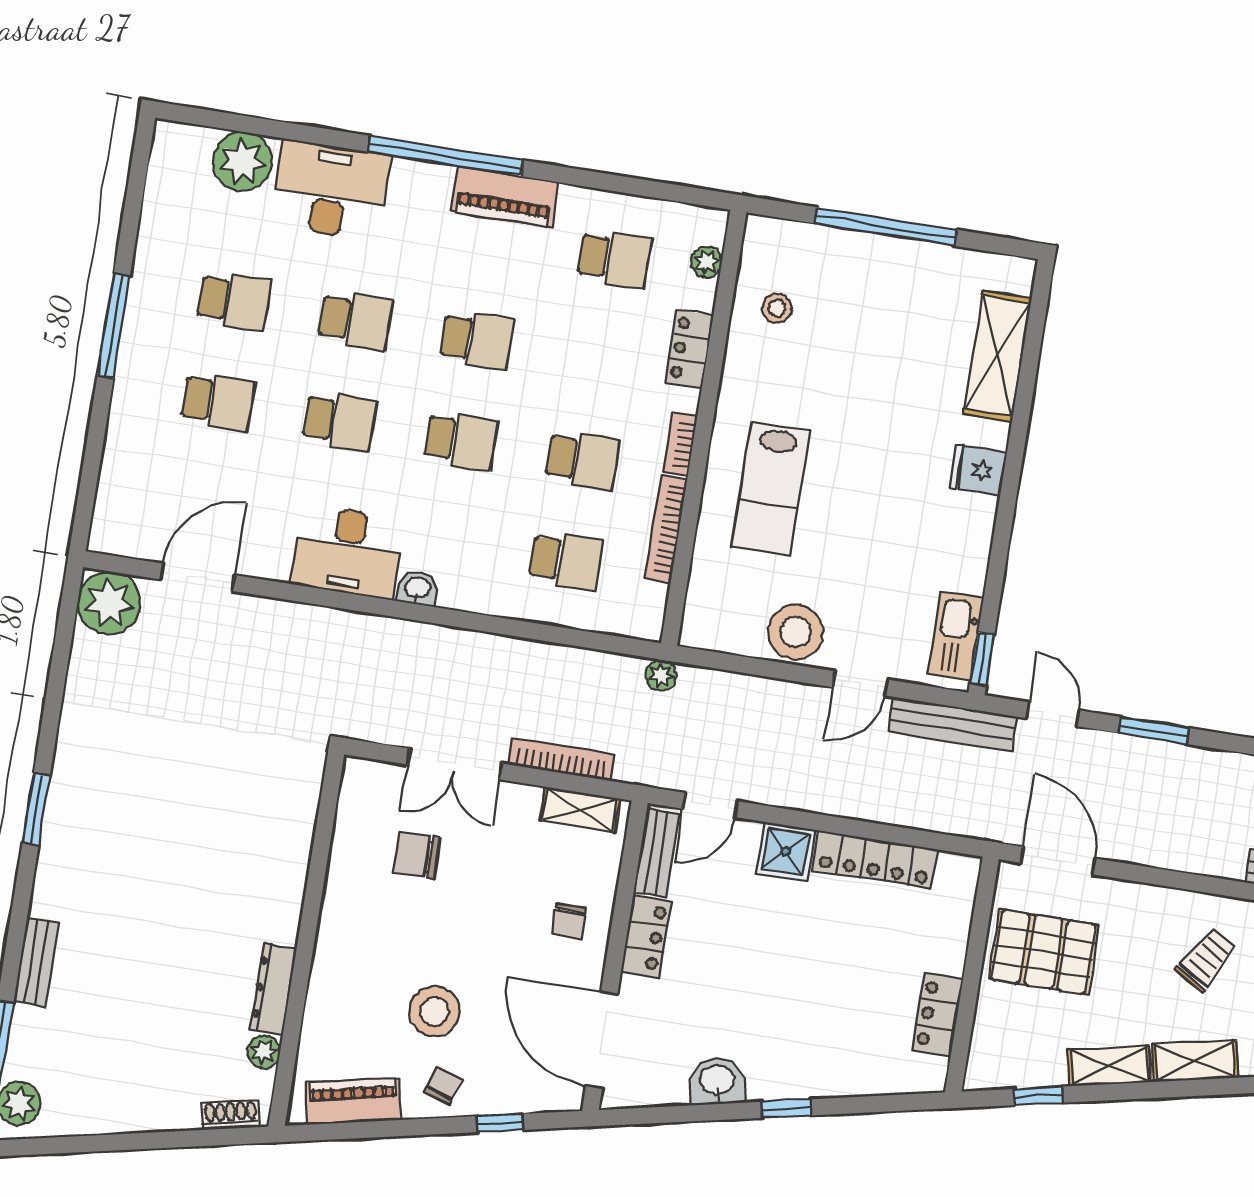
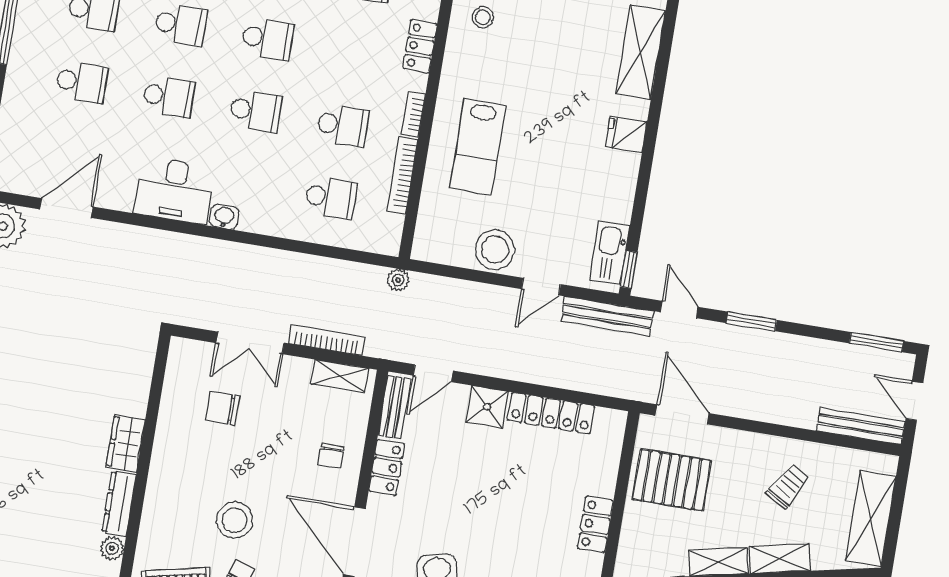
wardrobe: (282, 905) -> (126, 443), added

